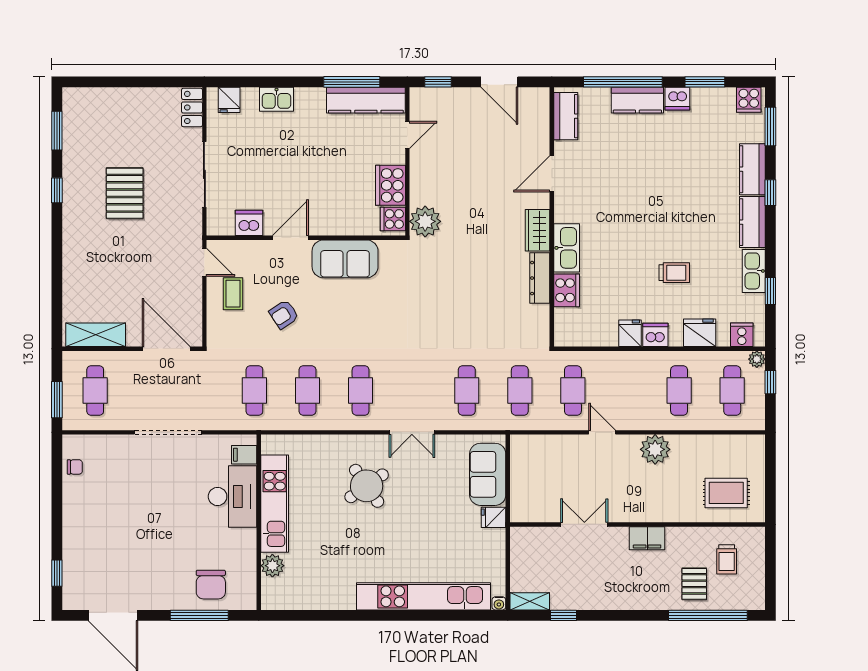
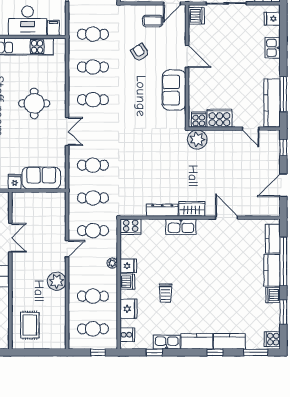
kitchen counter: (566, 116) -> (273, 239), moved, turned 90
dishwasher: (249, 223) -> (196, 16), moved
cooker: (567, 290) -> (131, 227), moved
plant: (757, 359) -> (112, 263), moved
double door: (412, 432) -> (67, 131), swing flipped
round table: (367, 486) -> (34, 103), turned 35

